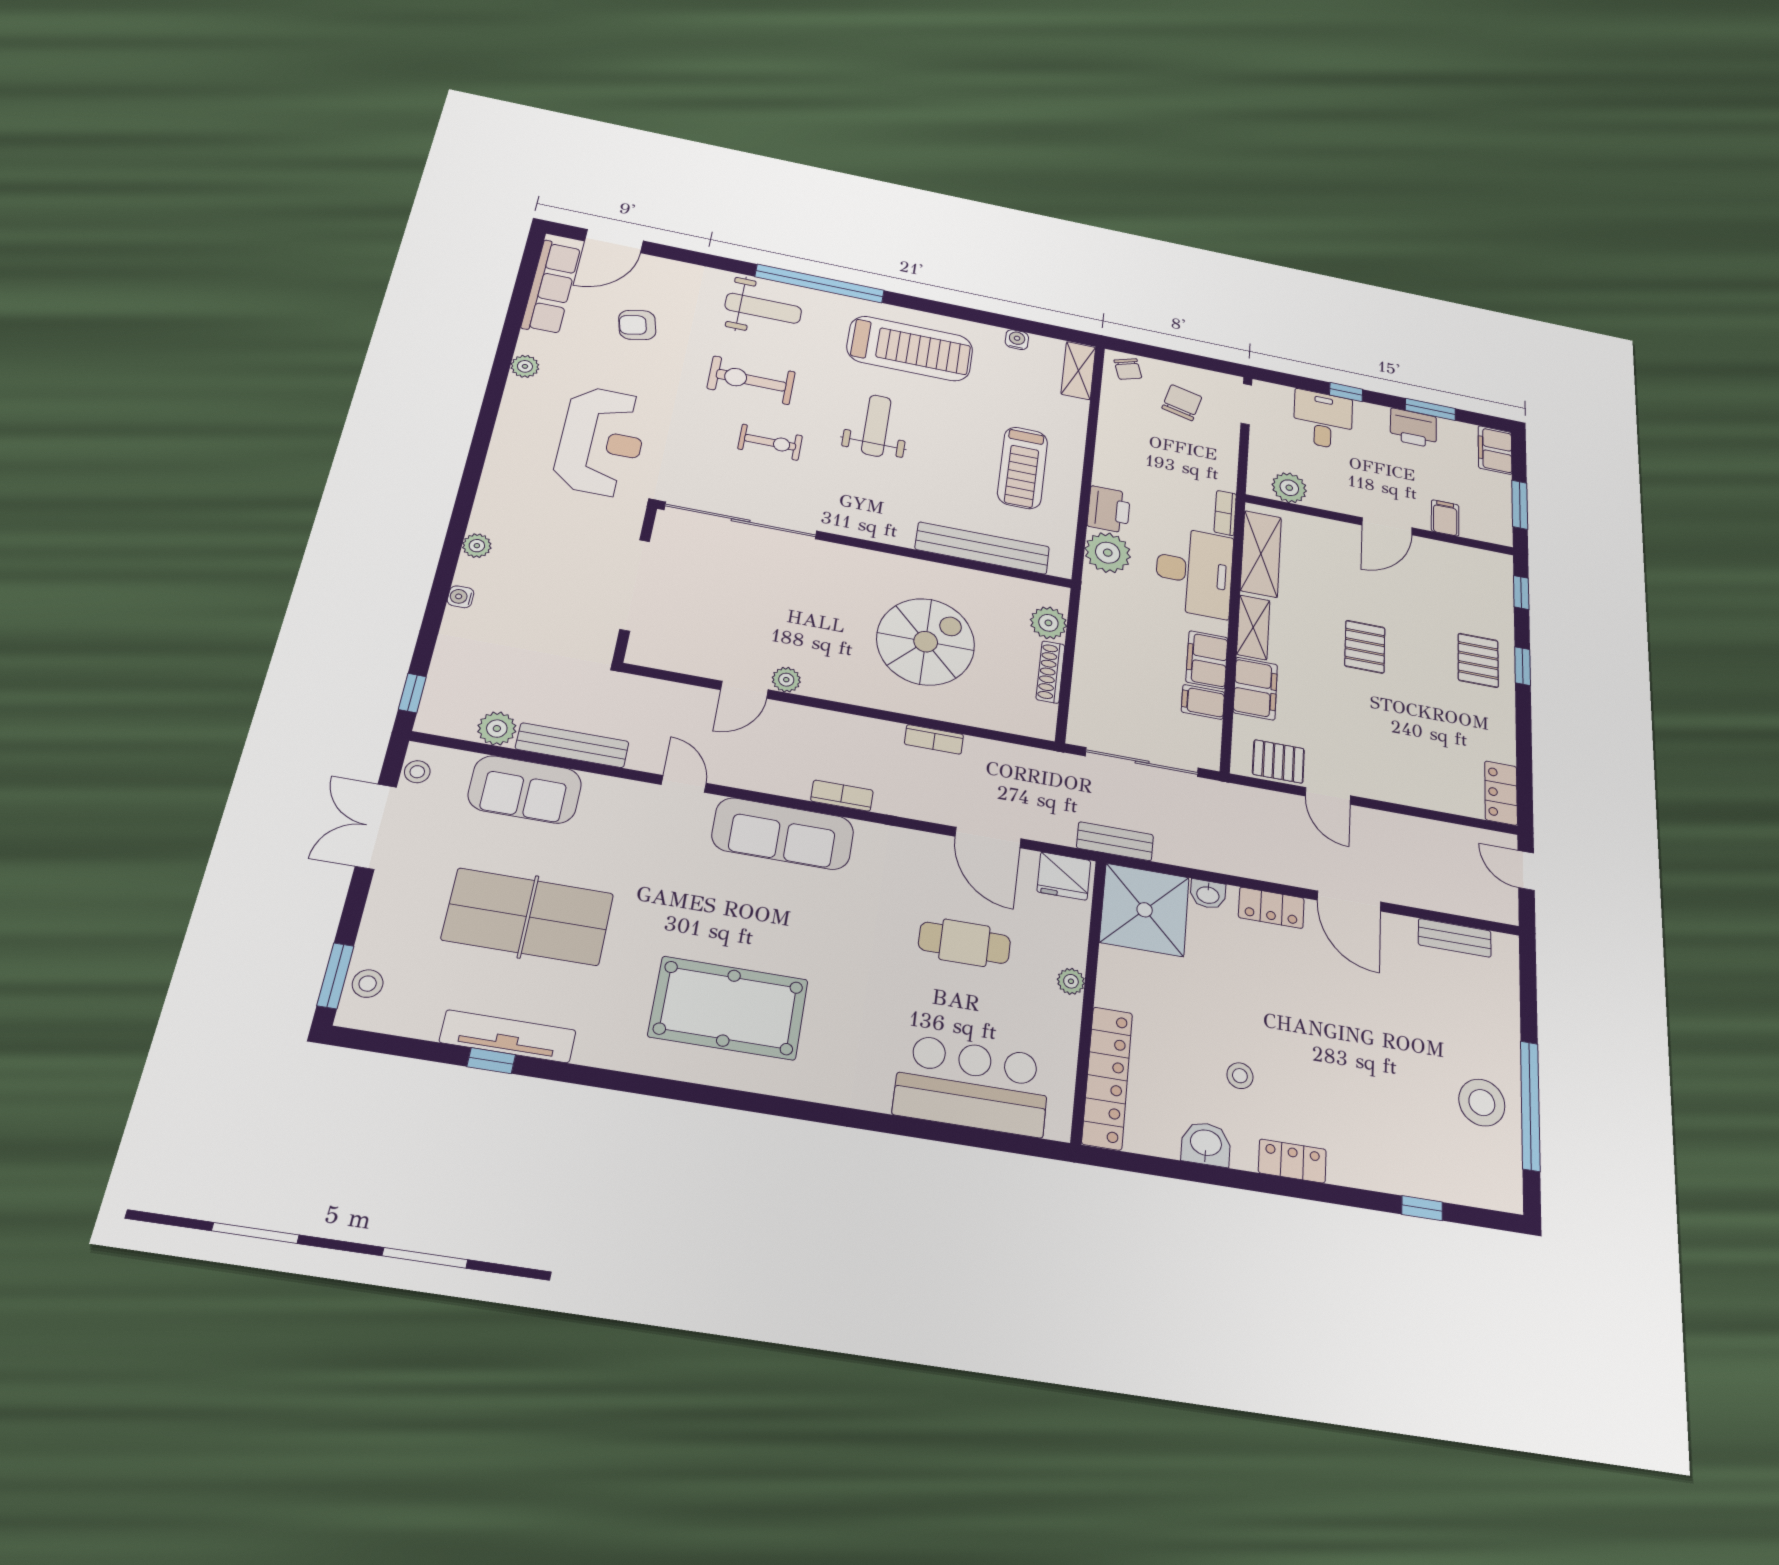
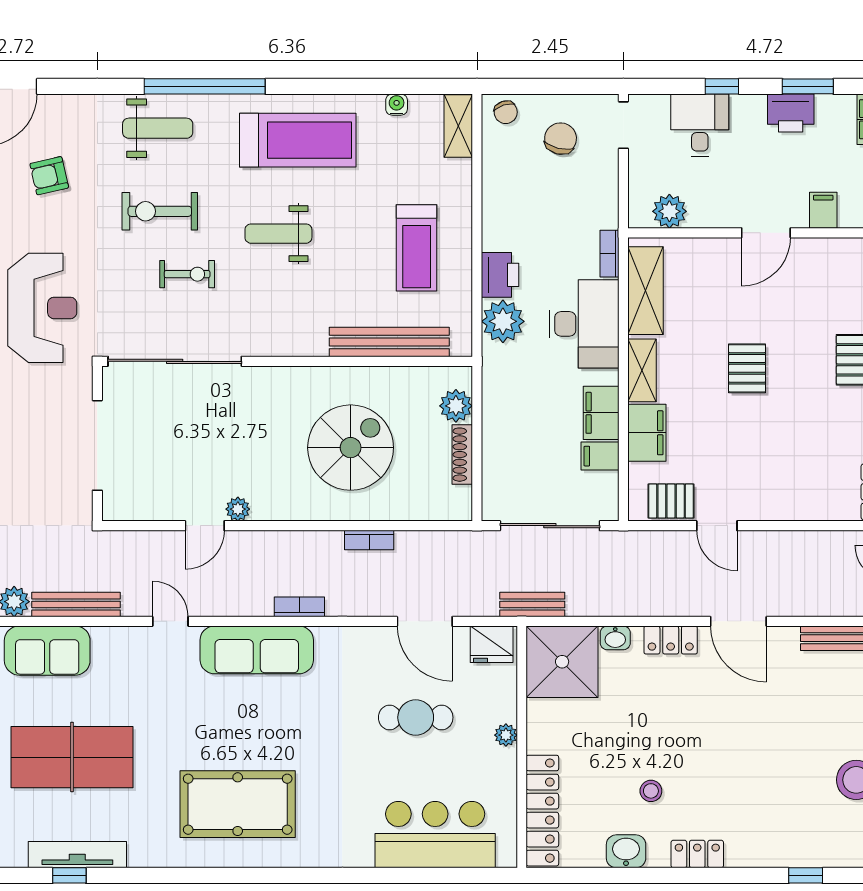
weight bench: (876, 426) -> (278, 234), turned -90

